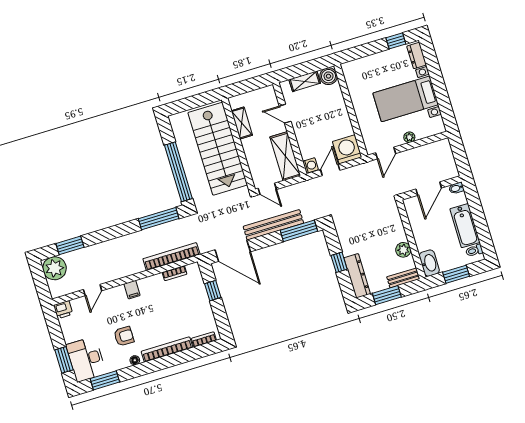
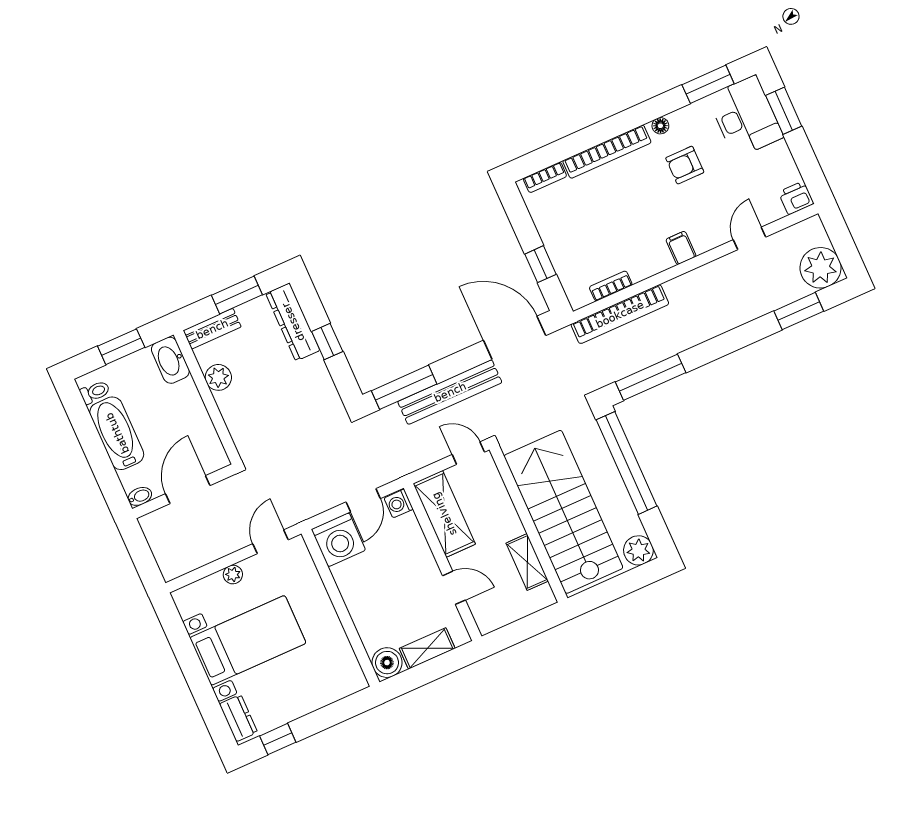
plant: (178, 121) -> (638, 550), added

